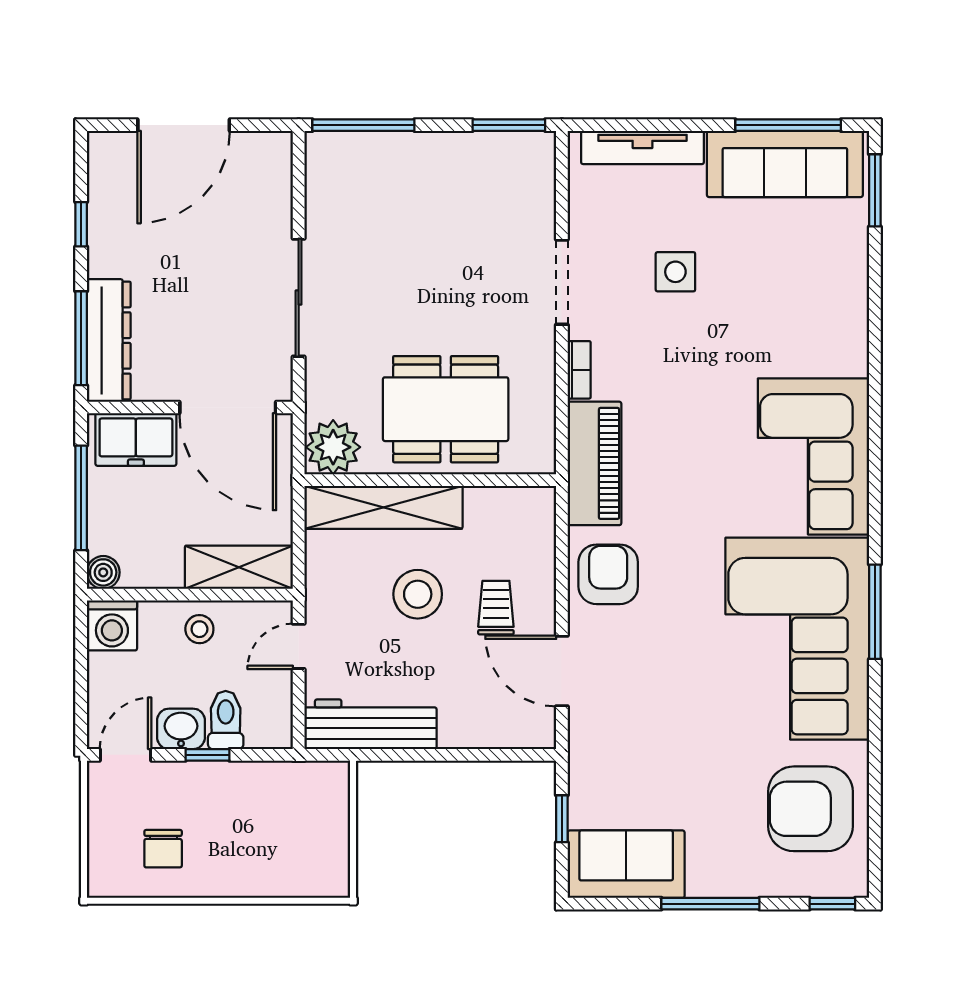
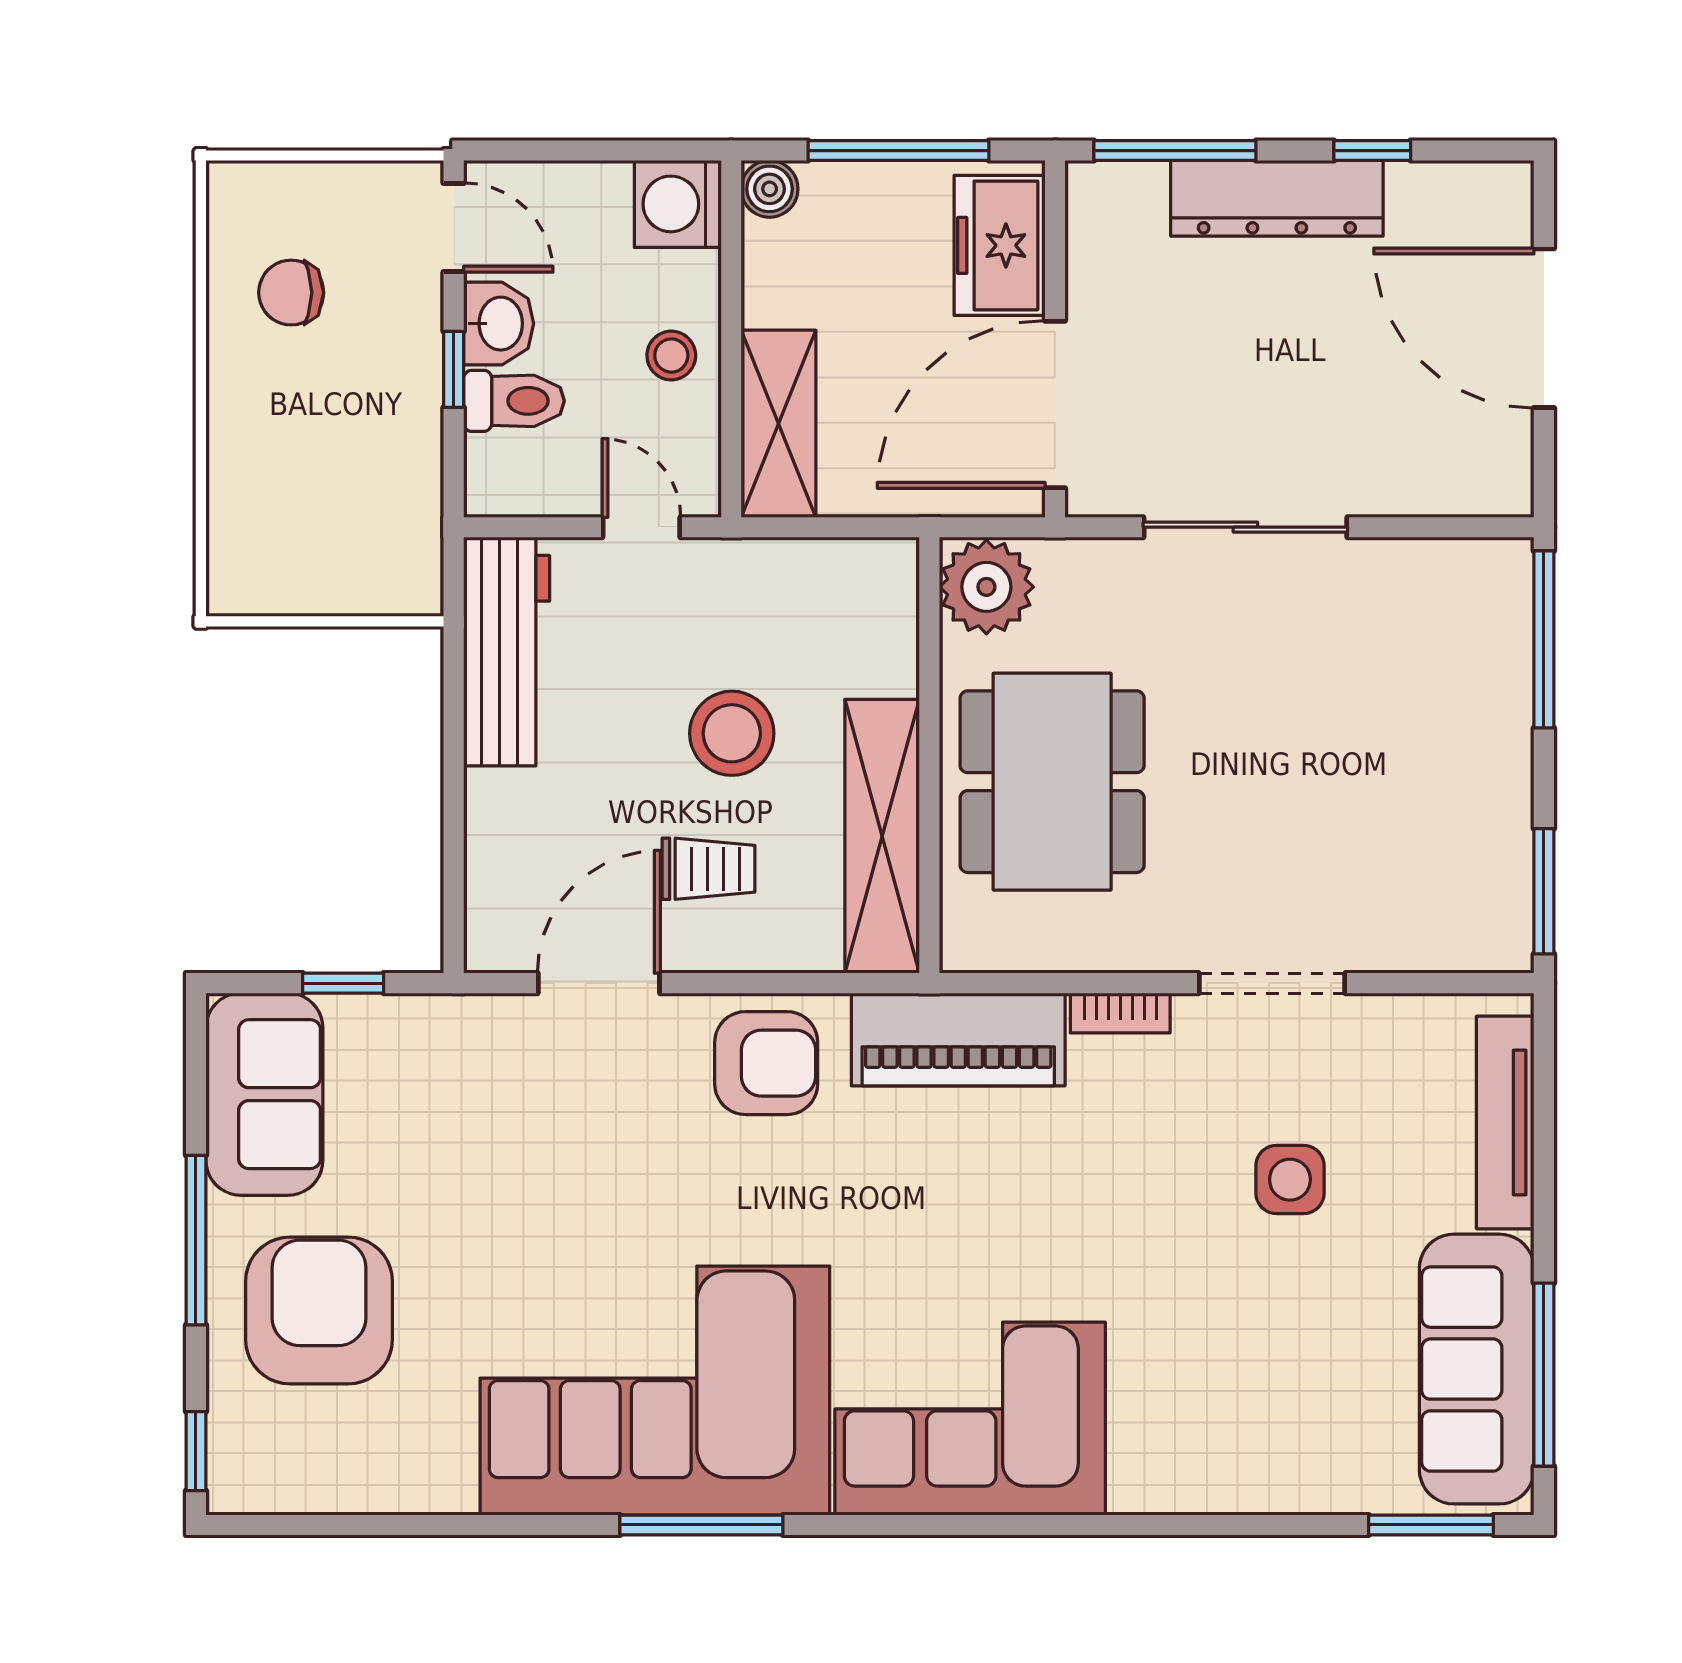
dresser: (109, 340) -> (1277, 198), moved
shelving: (383, 507) -> (882, 836), moved
armchair: (810, 809) -> (319, 1310), moved

